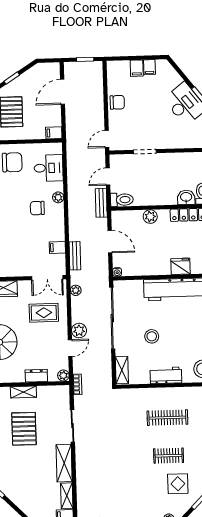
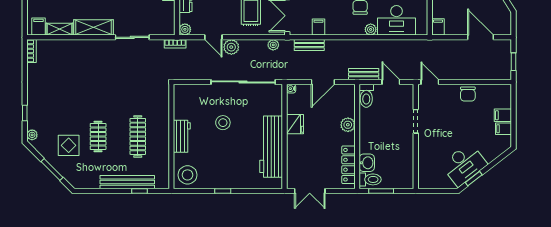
desk: (49, 168) -> (396, 20), width x1.37
fridge: (181, 266) -> (295, 124), moved
shelving: (122, 370) -> (189, 90), removed

